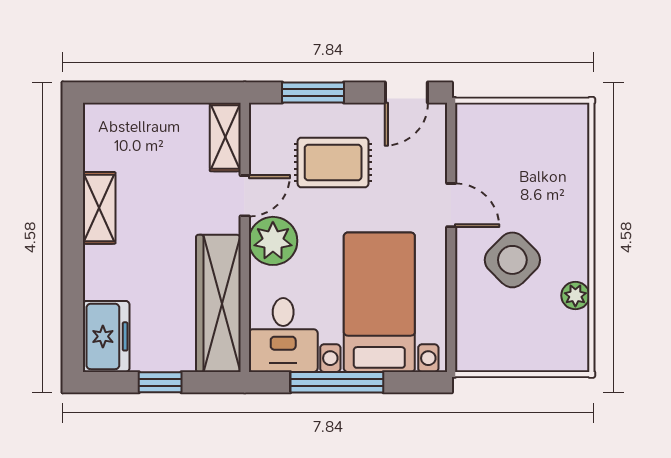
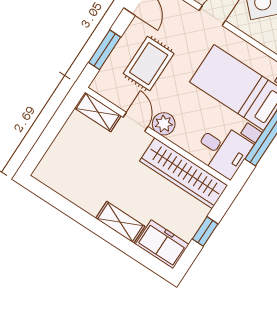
shelving: (99, 208) -> (120, 222), moved
plant: (273, 241) -> (164, 124), width x0.73, depth x0.73

